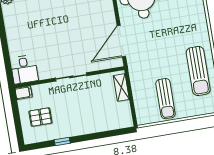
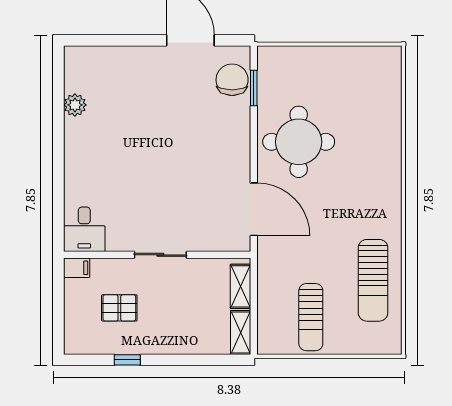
door: (121, 41) -> (254, 209), swing flipped
shelving: (126, 114) -> (241, 332), added
pallet: (40, 117) -> (119, 308), moved

